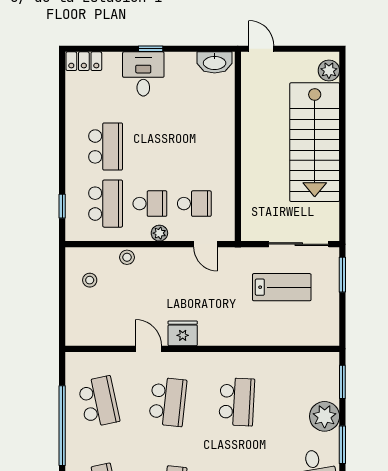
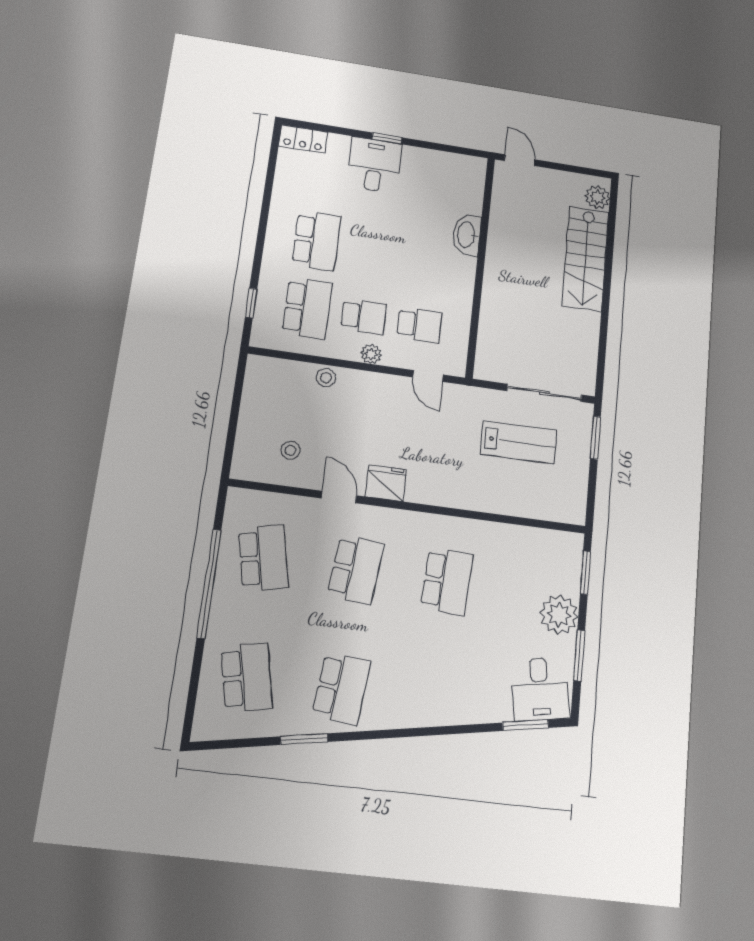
washbasin: (215, 62) -> (467, 235), moved, turned 90
stairs: (315, 142) -> (585, 259), width x0.73, depth x0.66
stool: (90, 280) -> (290, 450), moved

